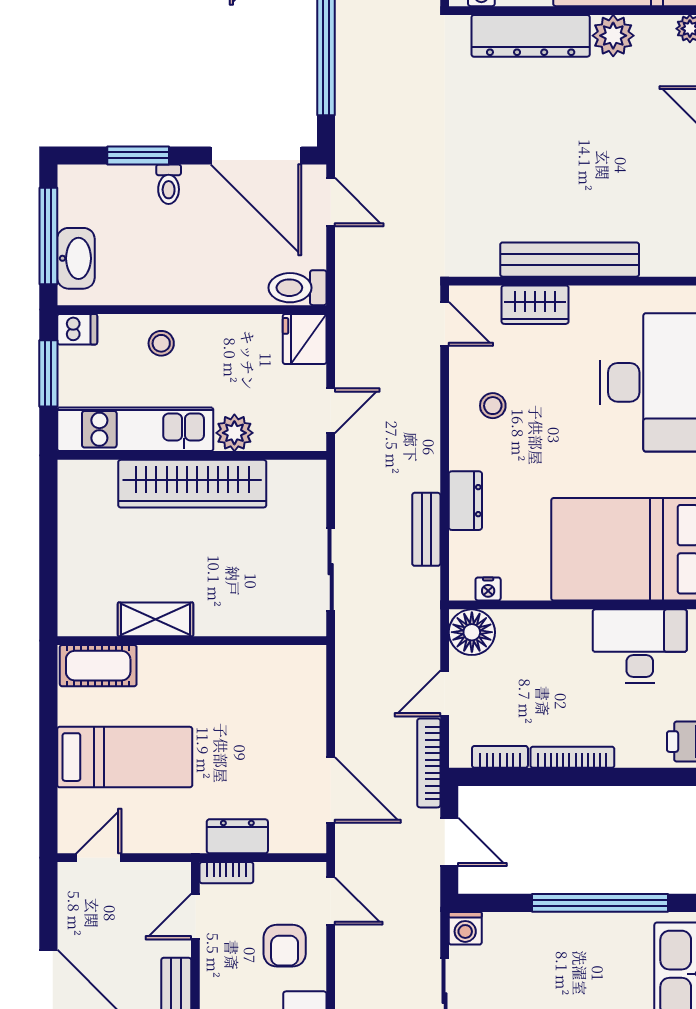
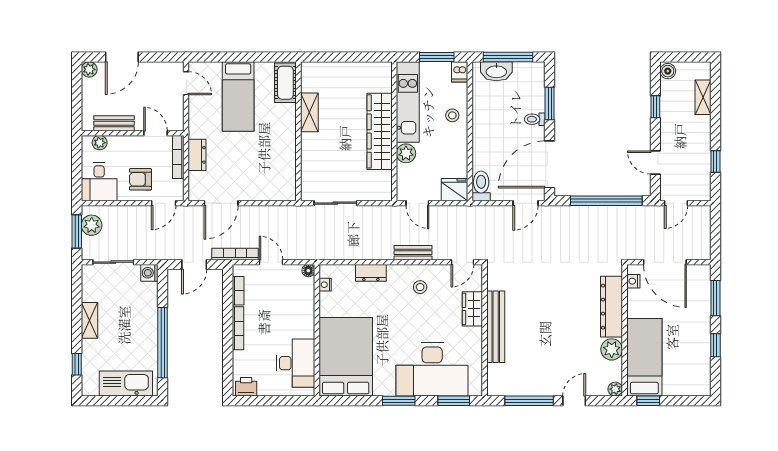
bench: (426, 529) -> (413, 253), moved
floor lamp: (472, 632) -> (308, 271), width x0.53, depth x0.53
bookcase: (226, 873) -> (178, 157), width x1.56

